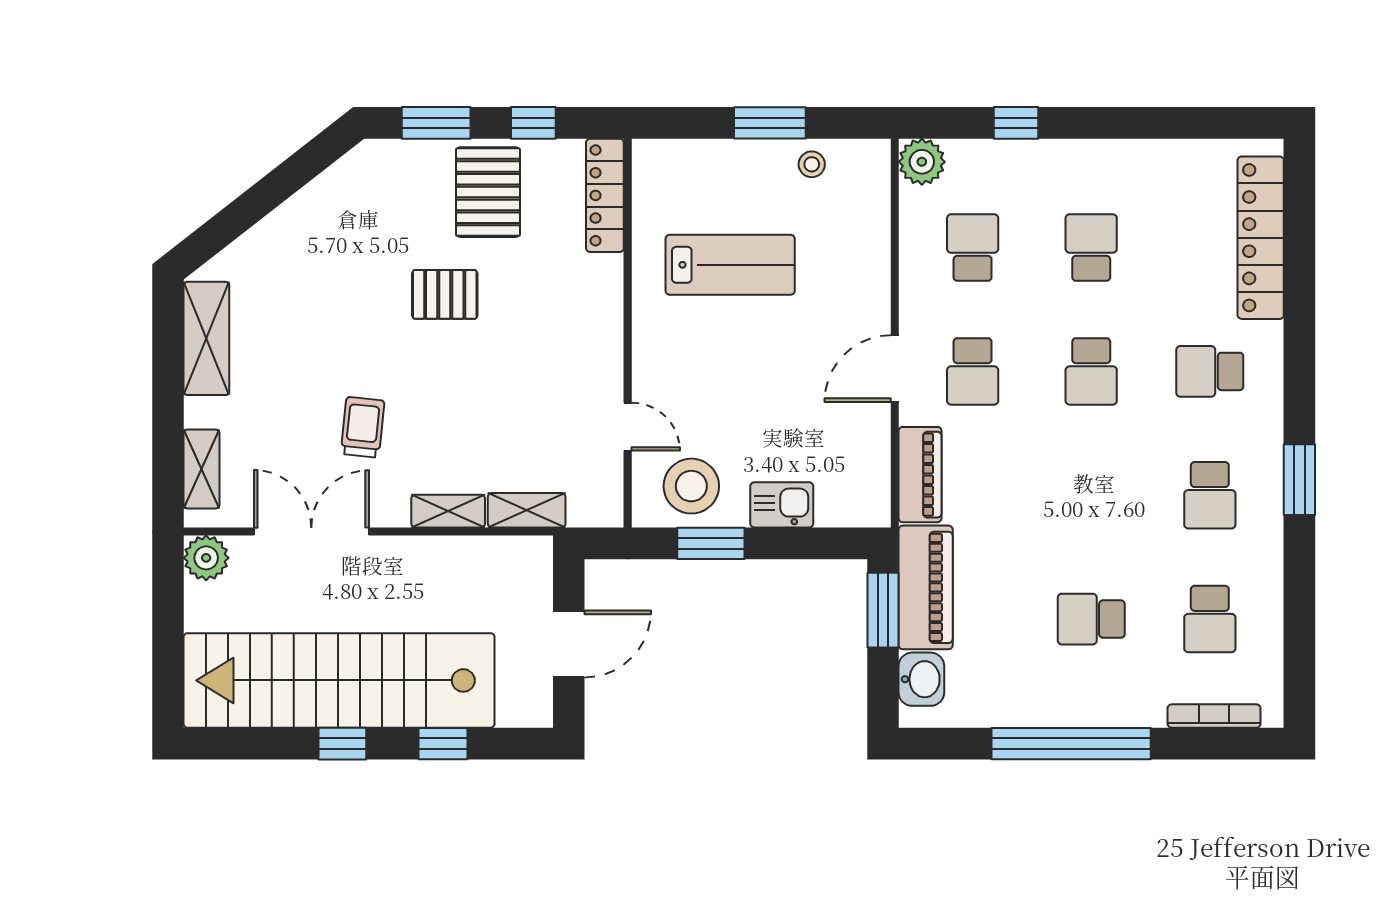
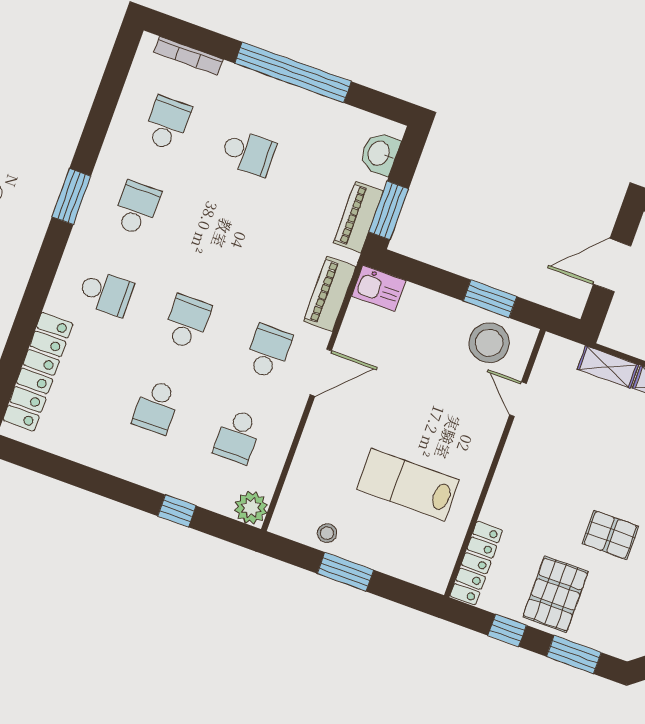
kitchen sink: (782, 505) -> (379, 288), moved
piano: (926, 587) -> (358, 217), width x0.73, depth x0.75

